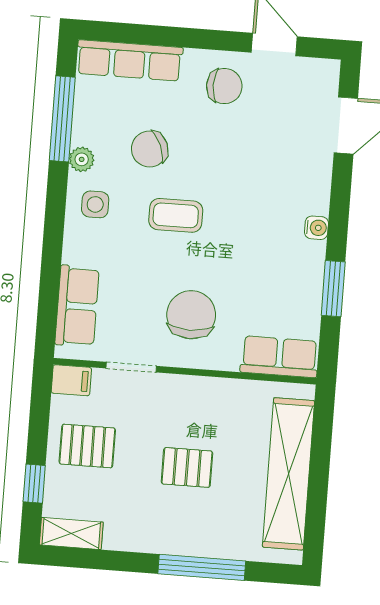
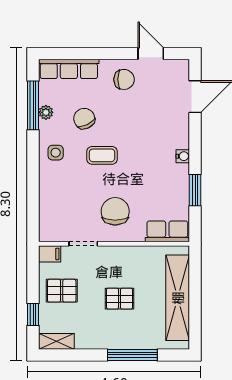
chair: (150, 149) -> (84, 119), turned 88
plant: (82, 159) -> (46, 112), moved
row of seats: (77, 306) -> (50, 211), removed

